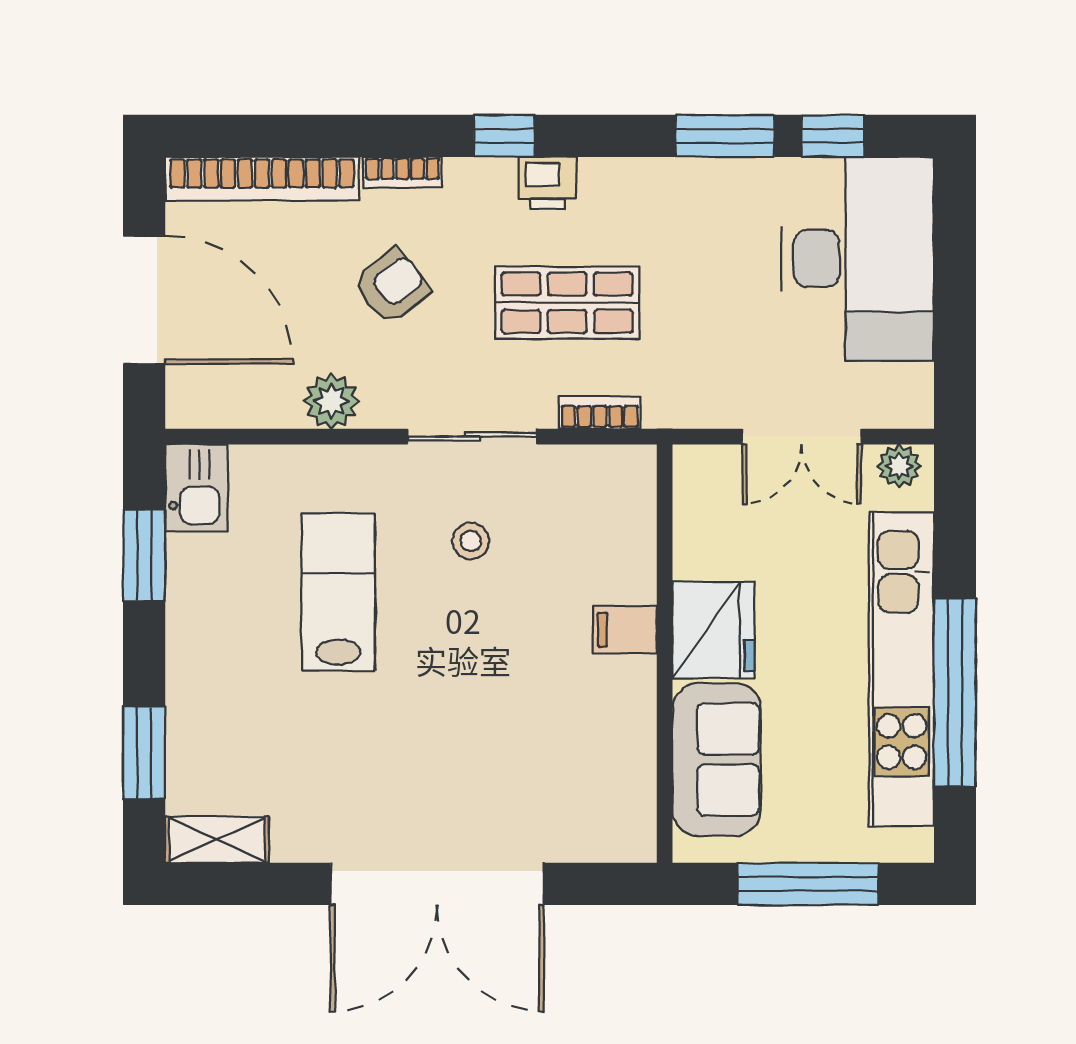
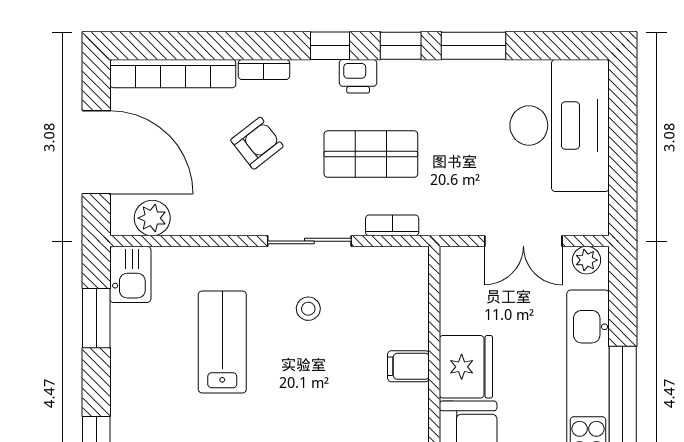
window: (833, 136) -> (401, 46), moved
plant: (331, 401) -> (152, 218), moved

